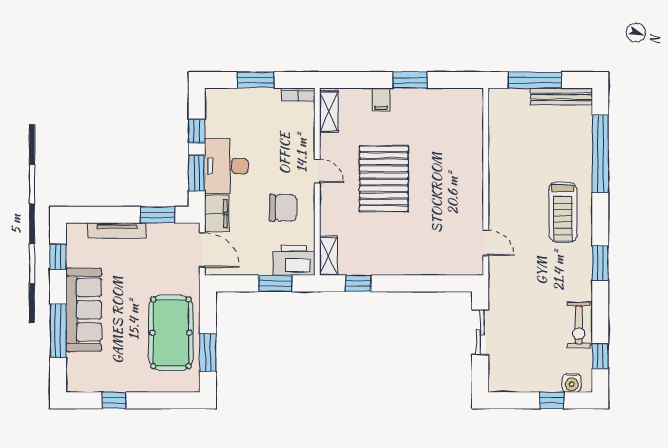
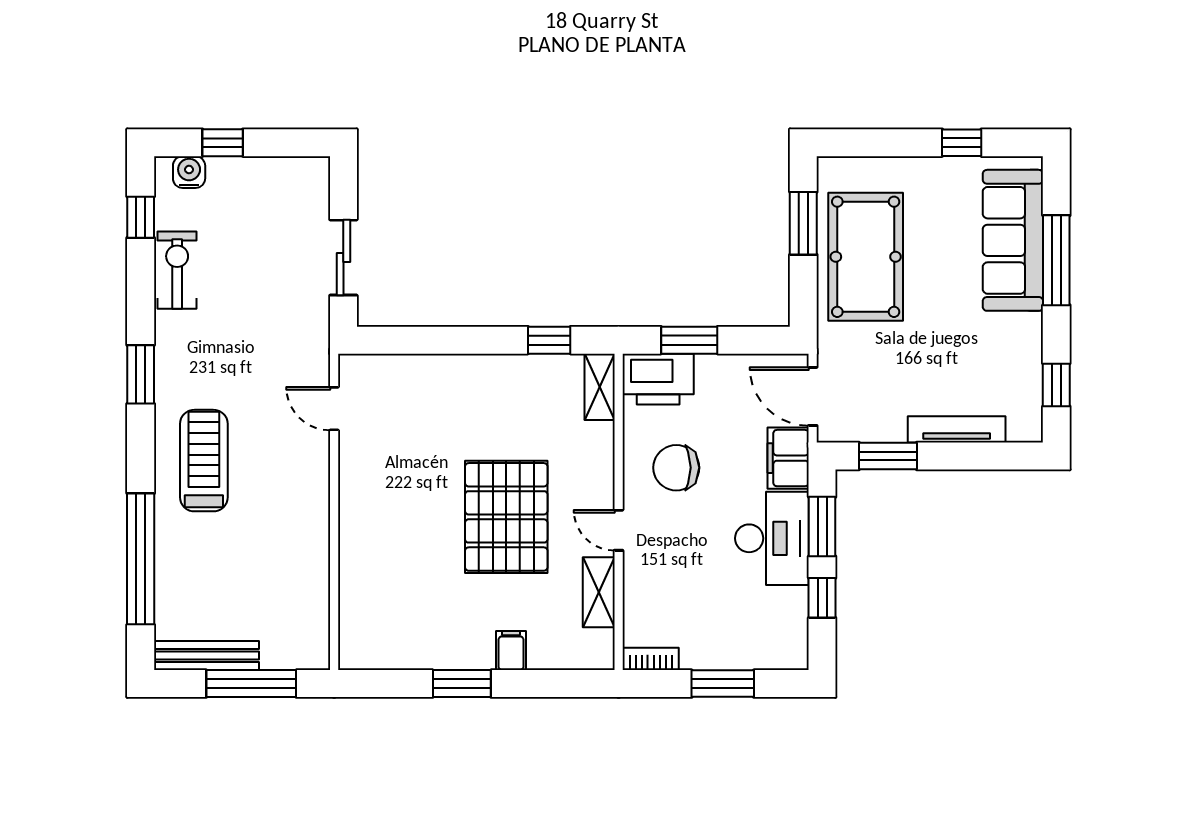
shelving: (329, 111) -> (599, 592), moved
sofa: (84, 310) -> (1013, 240), moved

